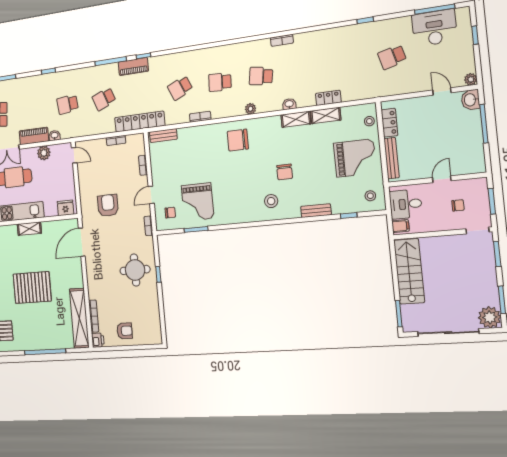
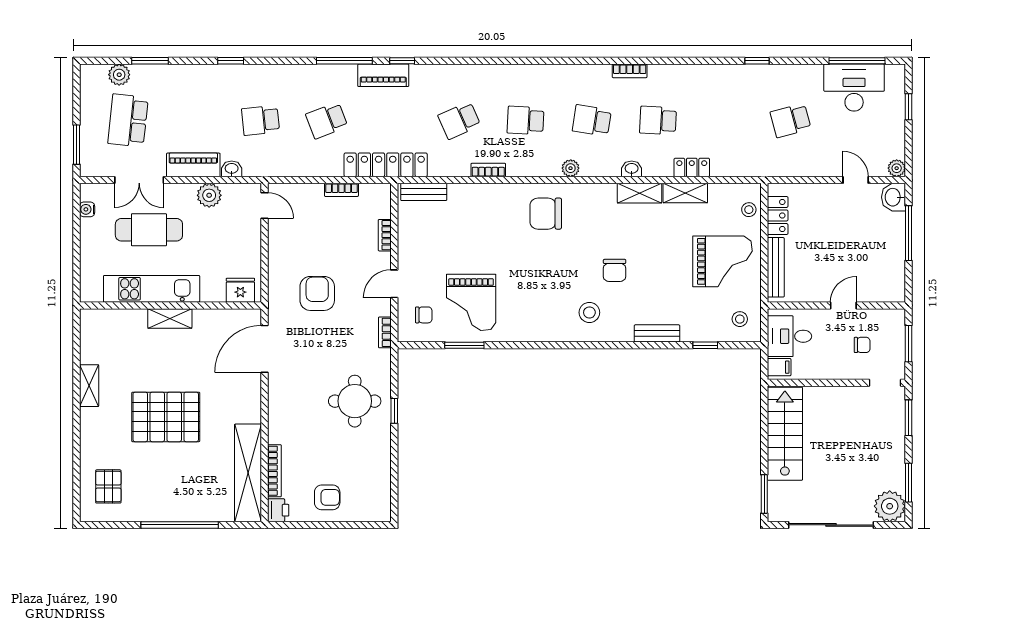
school desk: (303, 70) -> (658, 120), added

